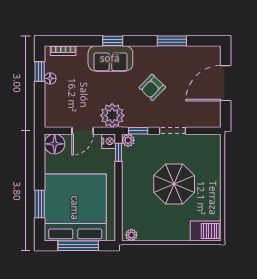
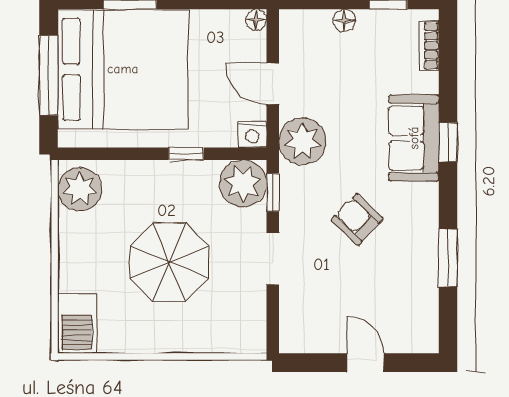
floor lamp: (50, 78) -> (344, 20), moved
door: (226, 83) -> (365, 363), width x0.53
plant: (128, 140) -> (243, 183), width x1.87, depth x1.87
floor lamp: (55, 144) -> (256, 20), width x0.53, depth x0.53
window: (119, 152) -> (186, 154), moved
plant: (131, 235) -> (80, 189), width x1.88, depth x1.88

